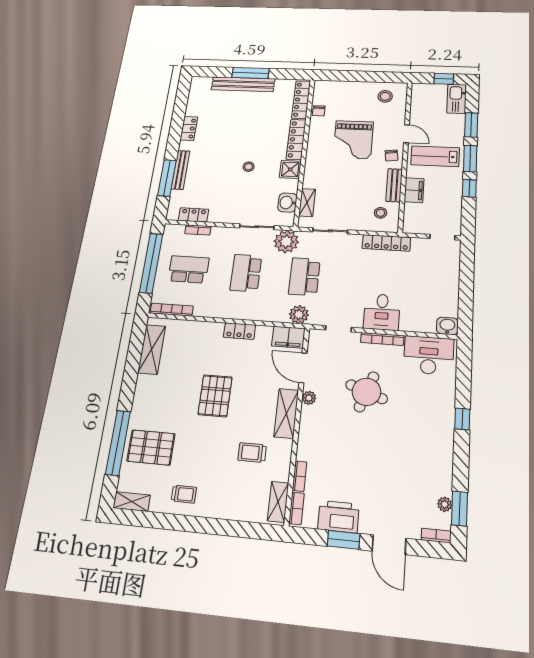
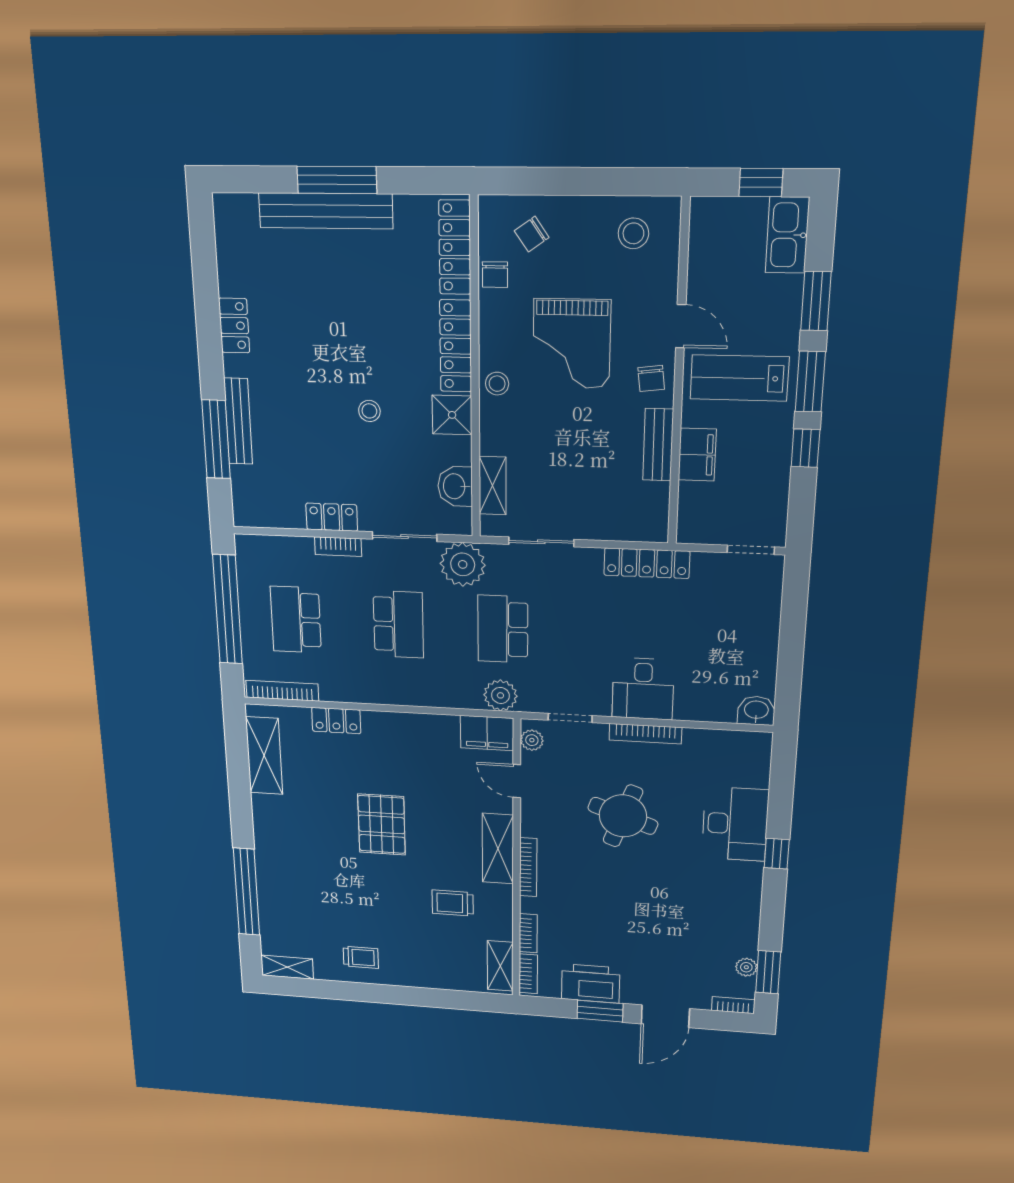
chair: (338, 95) -> (532, 234), added
stool: (381, 213) -> (497, 384), moved
locker: (194, 215) -> (332, 517), moved
bookcase: (198, 230) -> (338, 547), moved
school desk: (188, 269) -> (296, 620), turned -90
school desk: (246, 273) -> (398, 624), turned 180
locker: (239, 331) -> (336, 721), moved
desk: (429, 355) -> (735, 824), moved, turned 90
door: (303, 368) -> (517, 781), width x0.73
plant: (309, 398) -> (532, 740), moved
bookcase: (304, 427) -> (528, 867), added
pallet: (151, 447) -> (298, 898), removed
door: (389, 545) -> (665, 1016), hinge flipped

